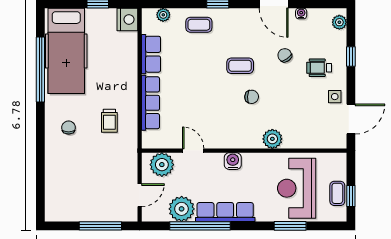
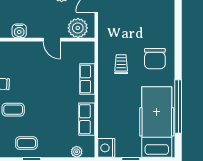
coffee table: (199, 25) -> (26, 143), moved
row of seats: (151, 103) -> (87, 79), width x0.68
chair: (69, 128) -> (155, 59), width x1.87, depth x1.87

